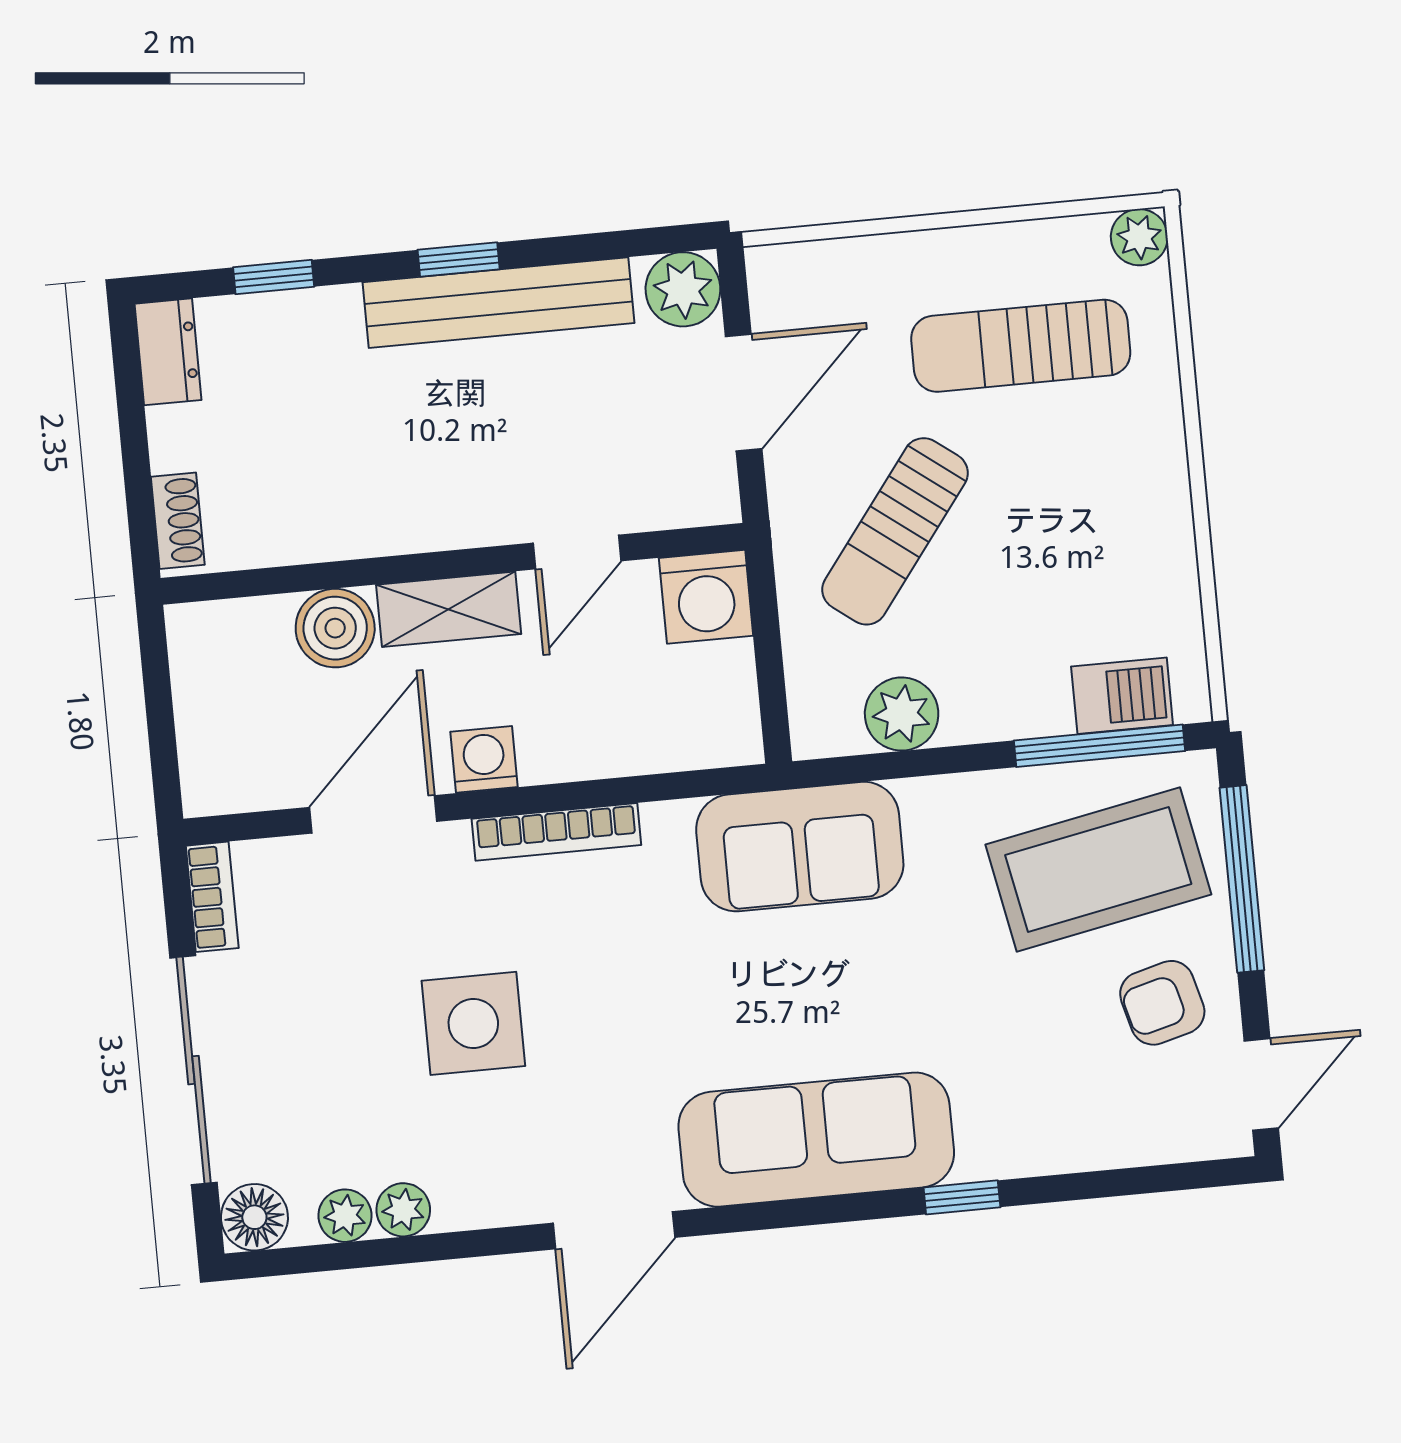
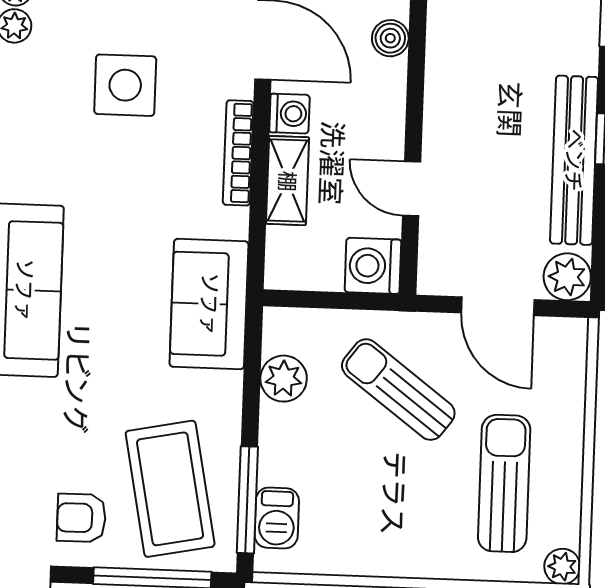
shelving: (449, 609) -> (287, 181), moved
boiler: (335, 628) -> (390, 38), width x0.73, depth x0.73
armchair: (1162, 1003) -> (81, 518), turned -75

